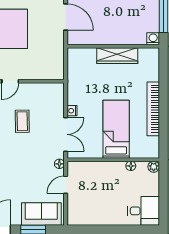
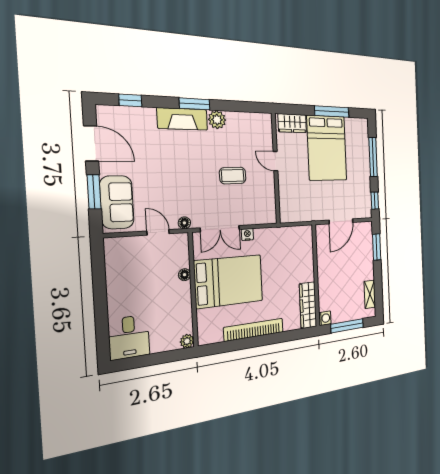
wardrobe: (117, 56) -> (308, 305), moved
bed: (116, 129) -> (229, 281), width x1.50
floor lamp: (131, 166) -> (185, 275), moved

